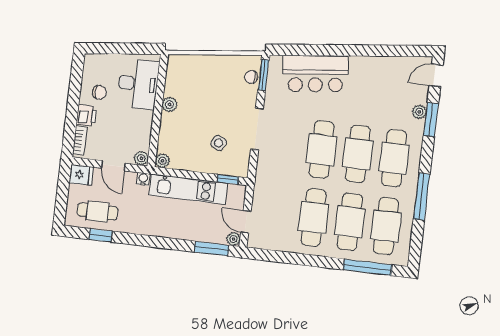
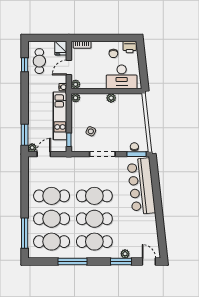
bar counter: (315, 74) -> (141, 186), width x1.36
printer: (86, 115) -> (130, 47), moved

